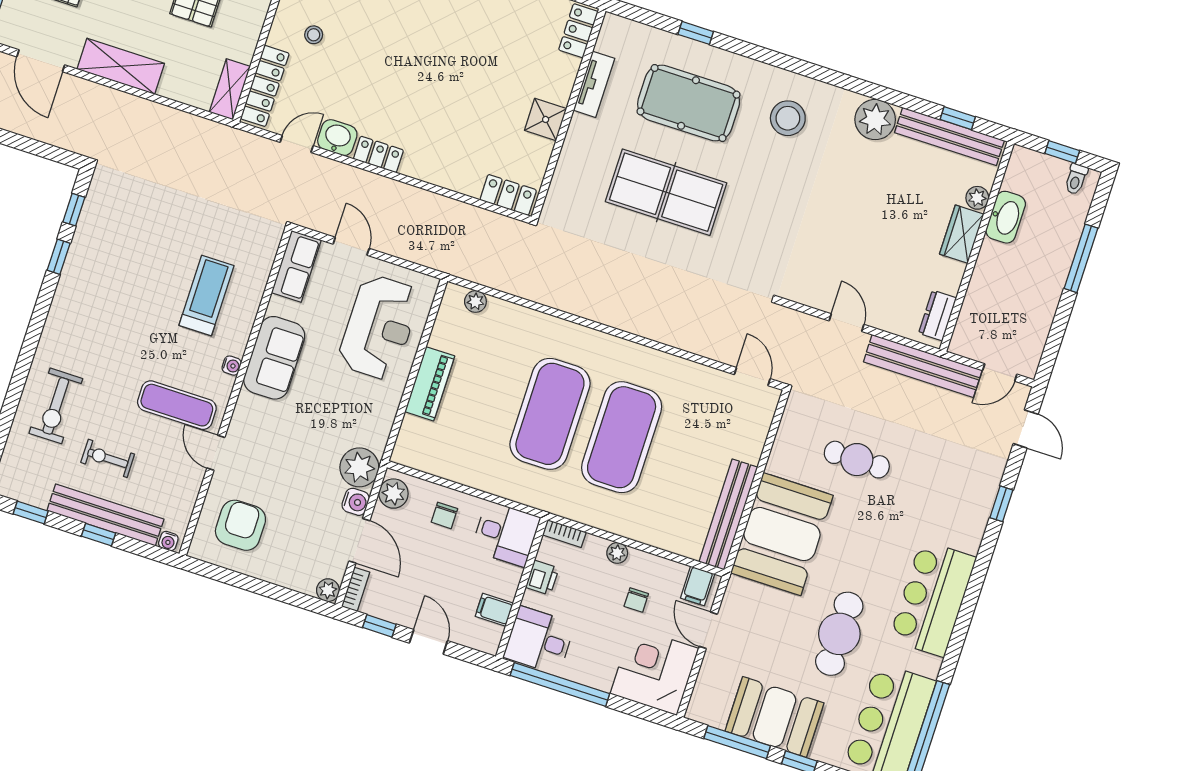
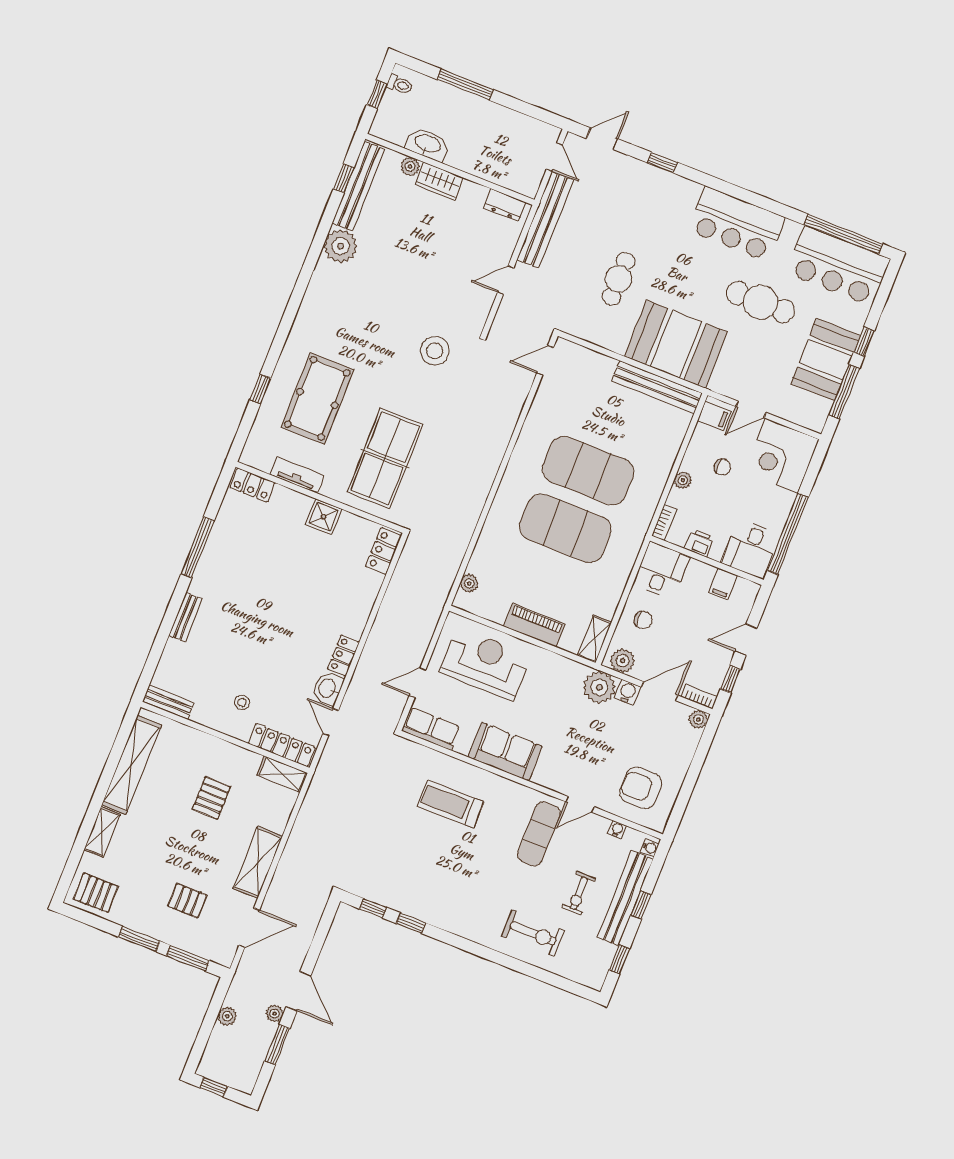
stool: (788, 118) -> (435, 351), moved
table tennis table: (666, 192) -> (385, 458), moved
water cooler: (232, 366) -> (617, 830), moved
shelving: (418, 458) -> (595, 639), added

